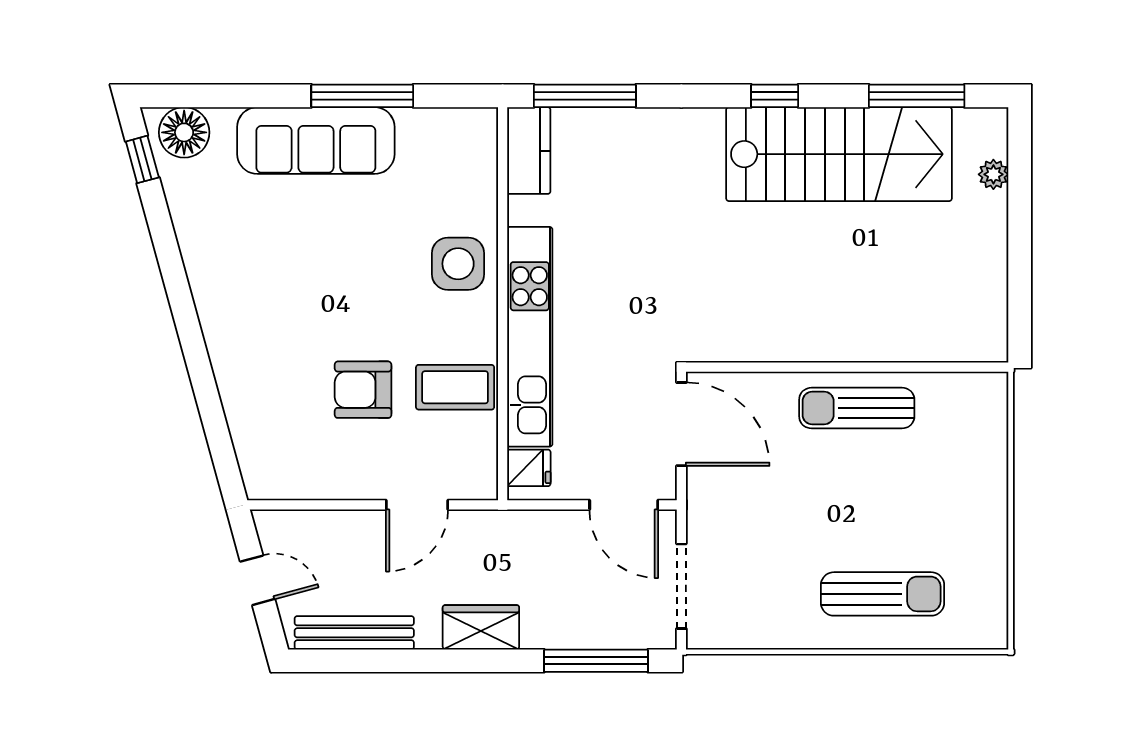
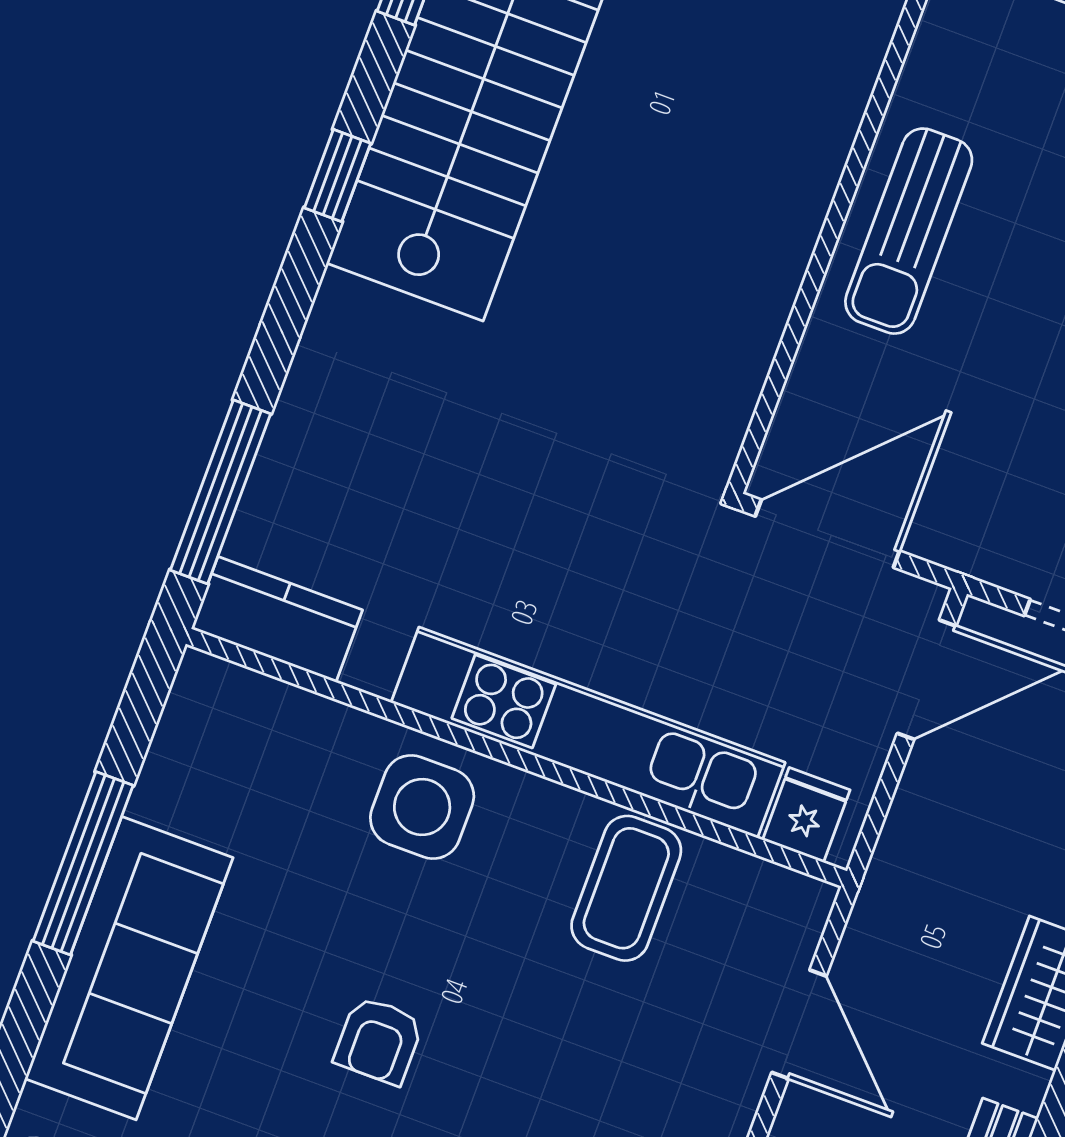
armchair: (363, 390) -> (379, 1041), moved, width x0.72, depth x0.72

